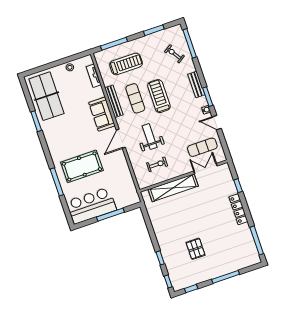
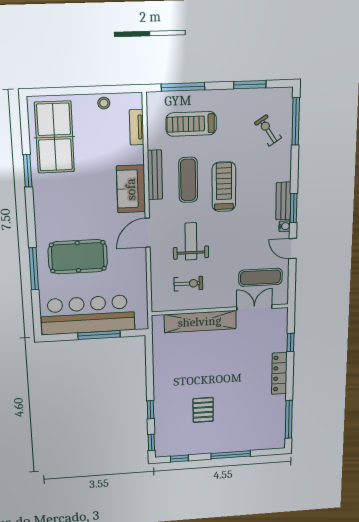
treadmill: (126, 64) -> (191, 124), turned 180
bench: (196, 85) -> (283, 201), moved
bar counter: (92, 206) -> (88, 315), width x1.36

